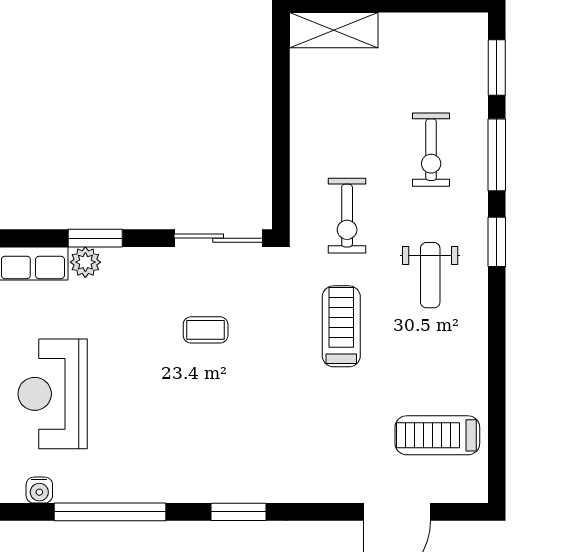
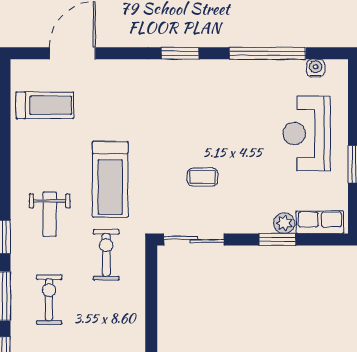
weight bench: (430, 275) -> (50, 214), turned 180
treadmill: (341, 326) -> (110, 179), width x1.37, depth x1.38
reception desk: (53, 394) -> (306, 134), turned 180

